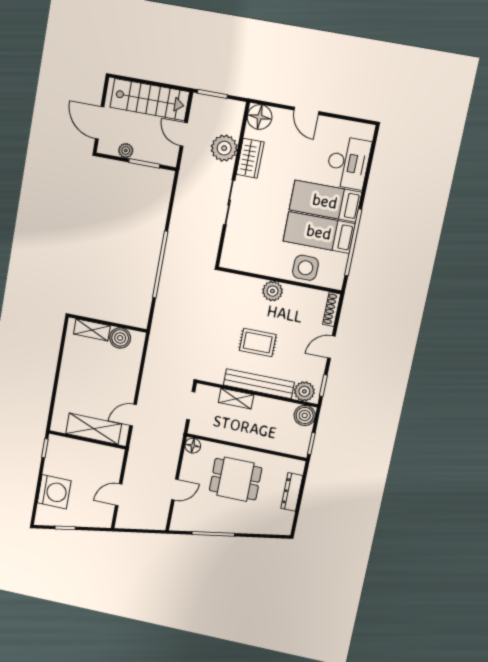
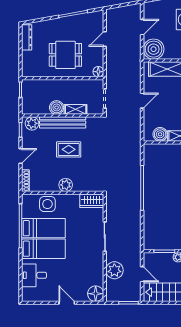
wardrobe: (250, 158) -> (92, 201), moved, turned -90
desk: (348, 163) -> (34, 275), width x0.73
door: (133, 415) -> (142, 101), moved
boiler: (305, 416) -> (57, 107), moved
boiler: (108, 461) -> (154, 49), added
dresser: (292, 492) -> (27, 37), moved

